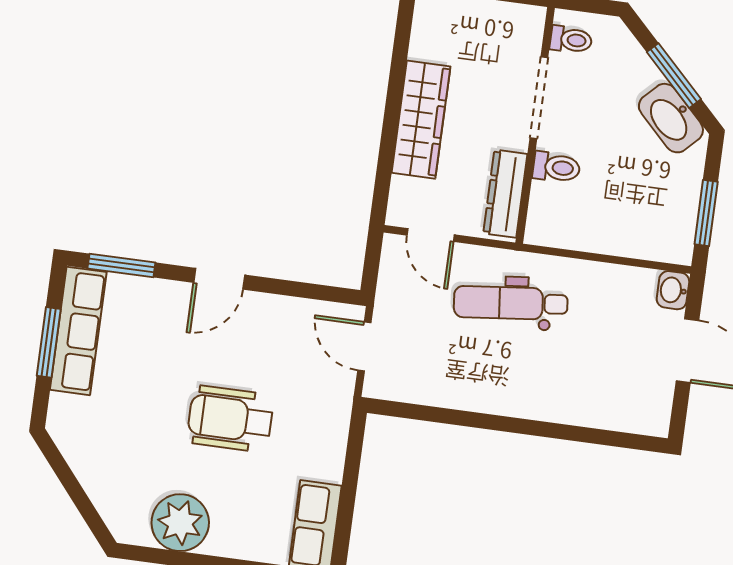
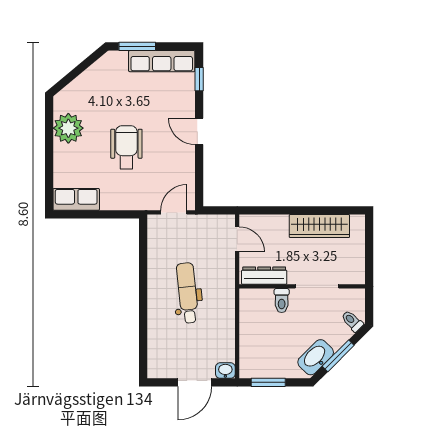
toilet: (571, 40) -> (352, 321), moved, turned 135
wardrobe: (421, 120) -> (319, 226), moved
door: (431, 235) -> (237, 239), swing flipped
window: (121, 266) -> (199, 79), width x0.67
dental chair: (511, 303) -> (187, 293), moved
window: (49, 342) -> (137, 46), moved

